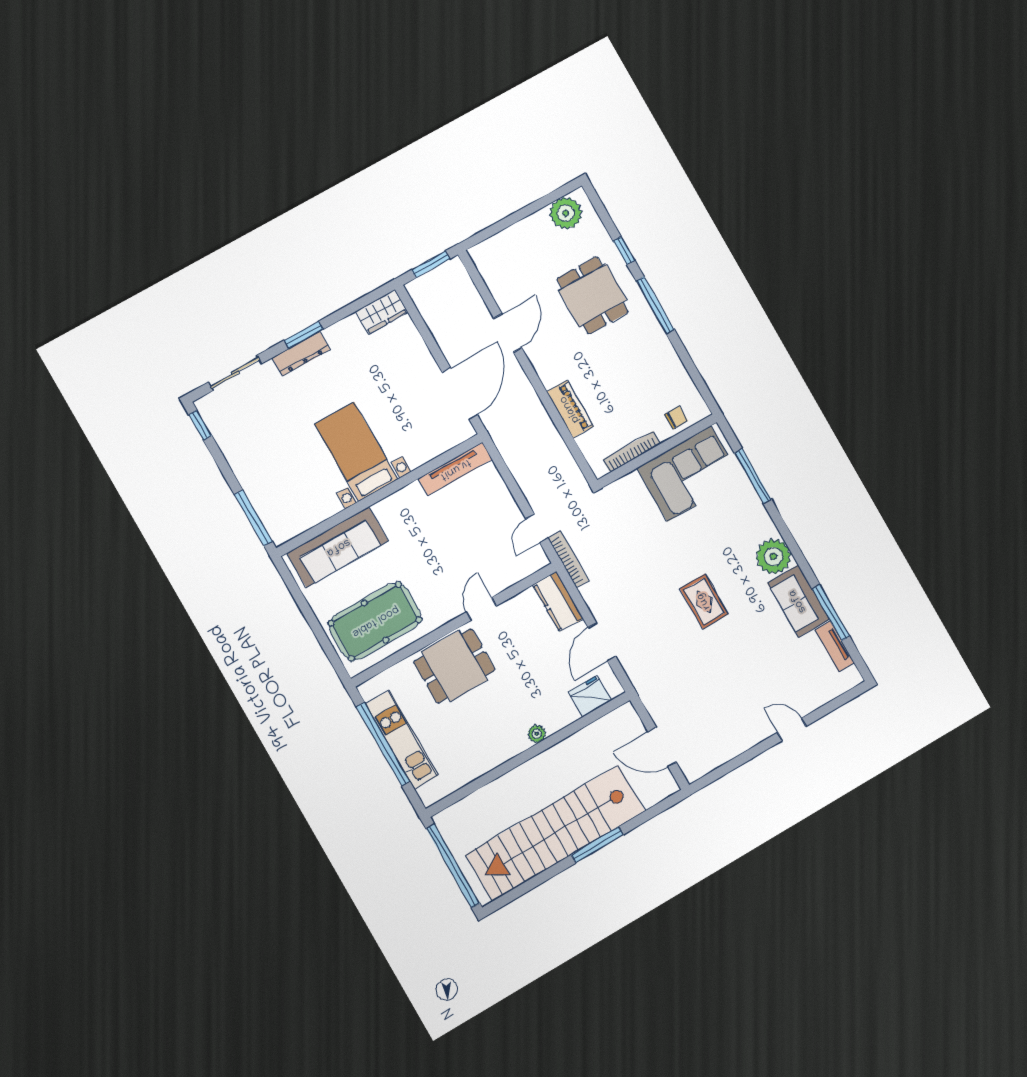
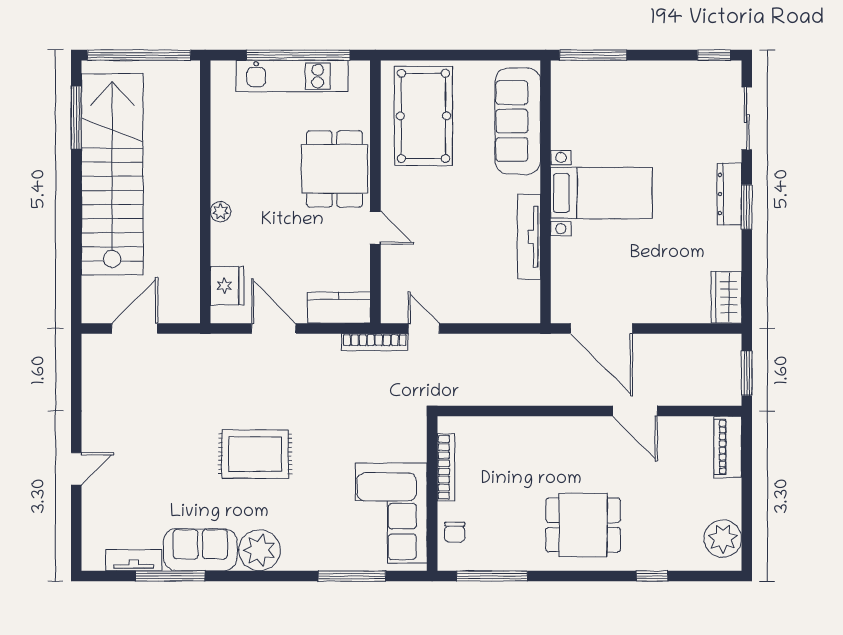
dining table: (593, 295) -> (583, 525), moved
window: (655, 305) -> (492, 576), moved
piano: (570, 409) -> (728, 447), moved, turned 90
tv unit: (455, 469) -> (529, 237), moved
rug: (704, 601) -> (255, 454), width x1.36, depth x1.43
window: (597, 845) -> (76, 118), moved

